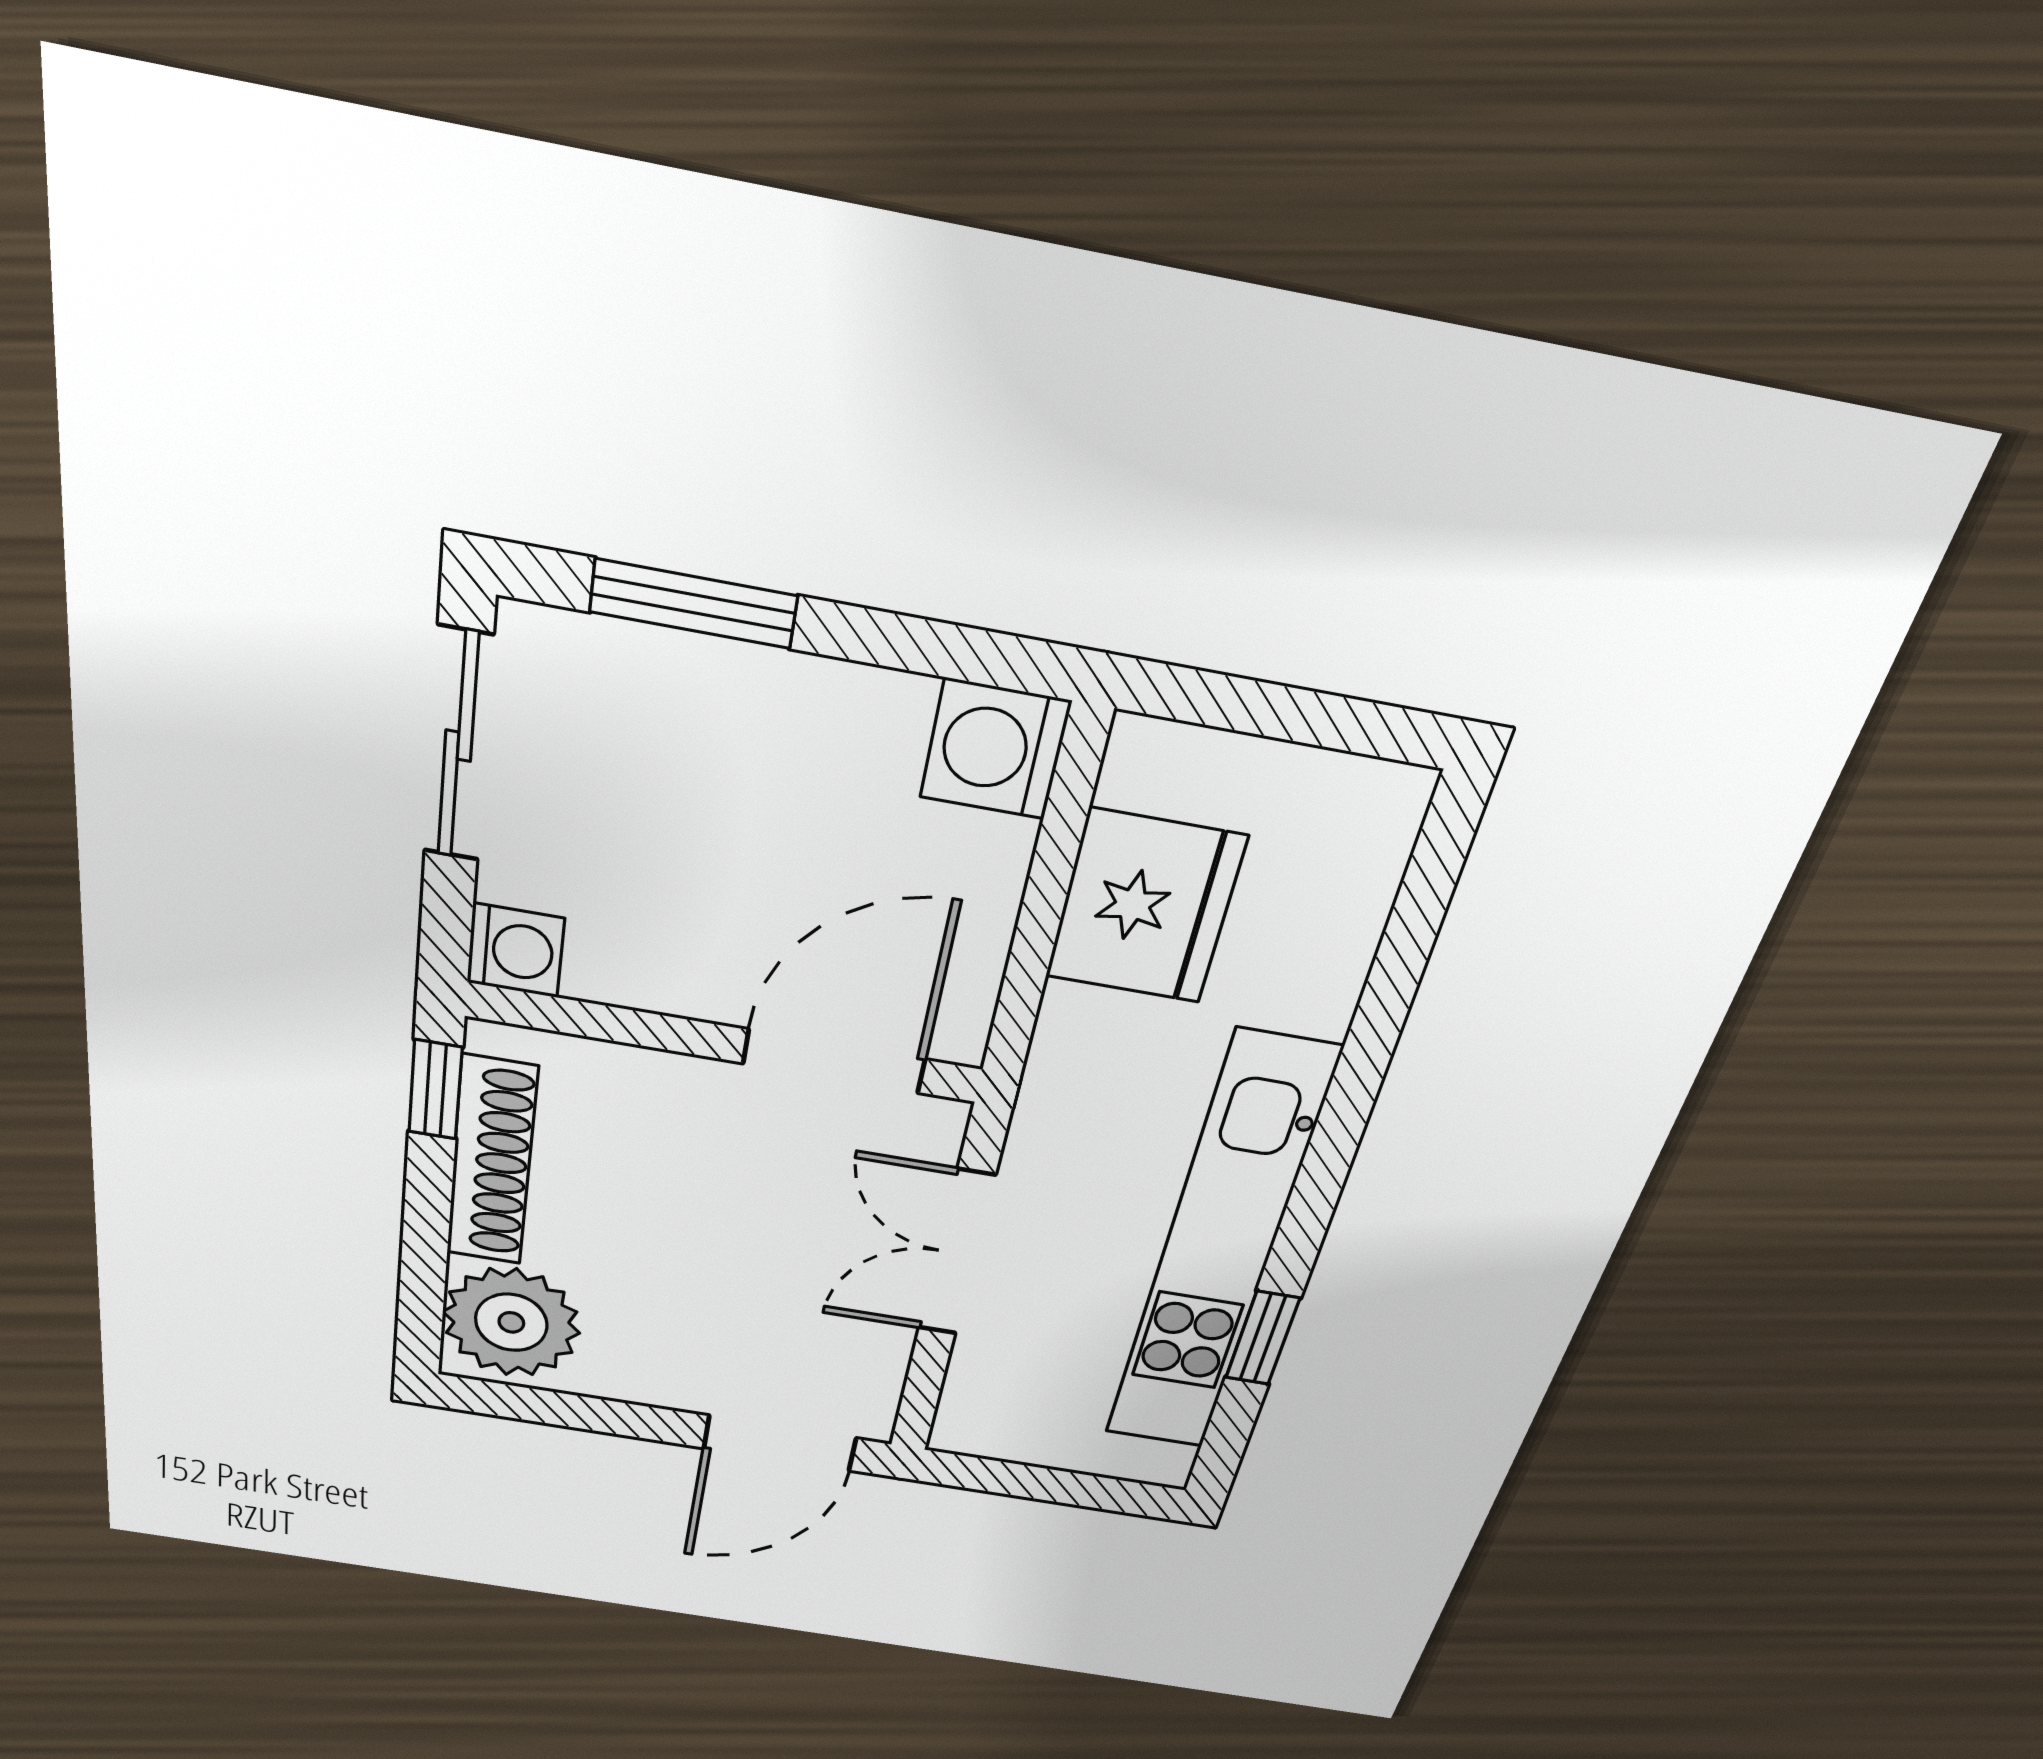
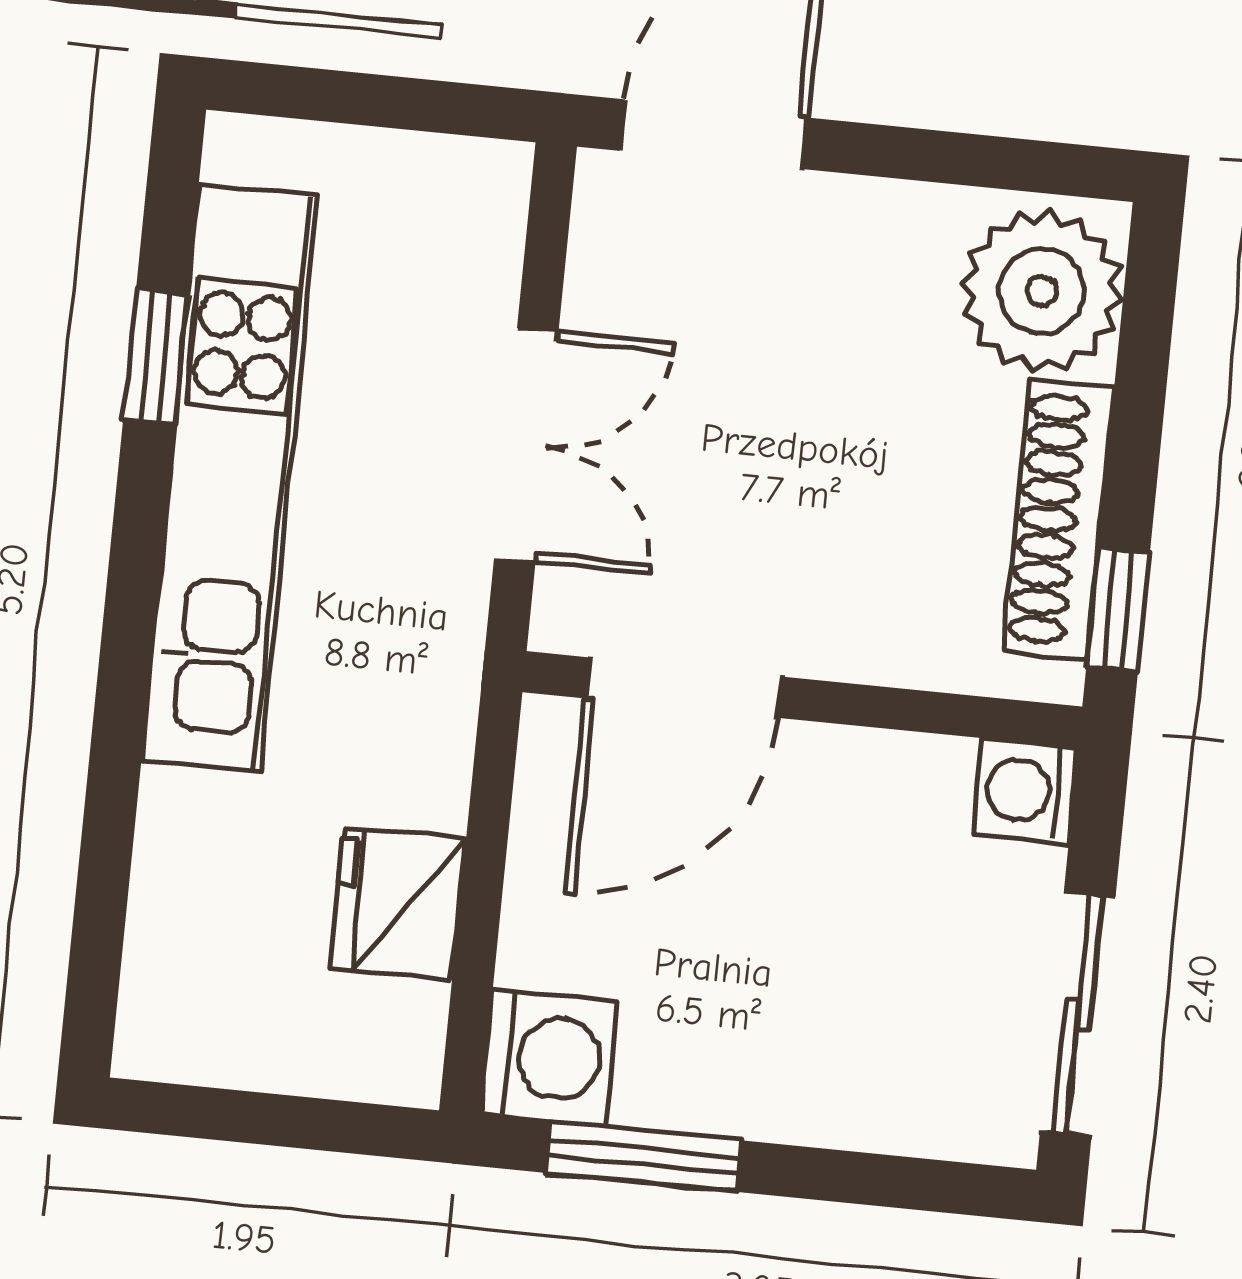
window: (693, 604) -> (644, 1157), moved
fridge: (1145, 907) -> (398, 904), width x0.73, depth x0.75

